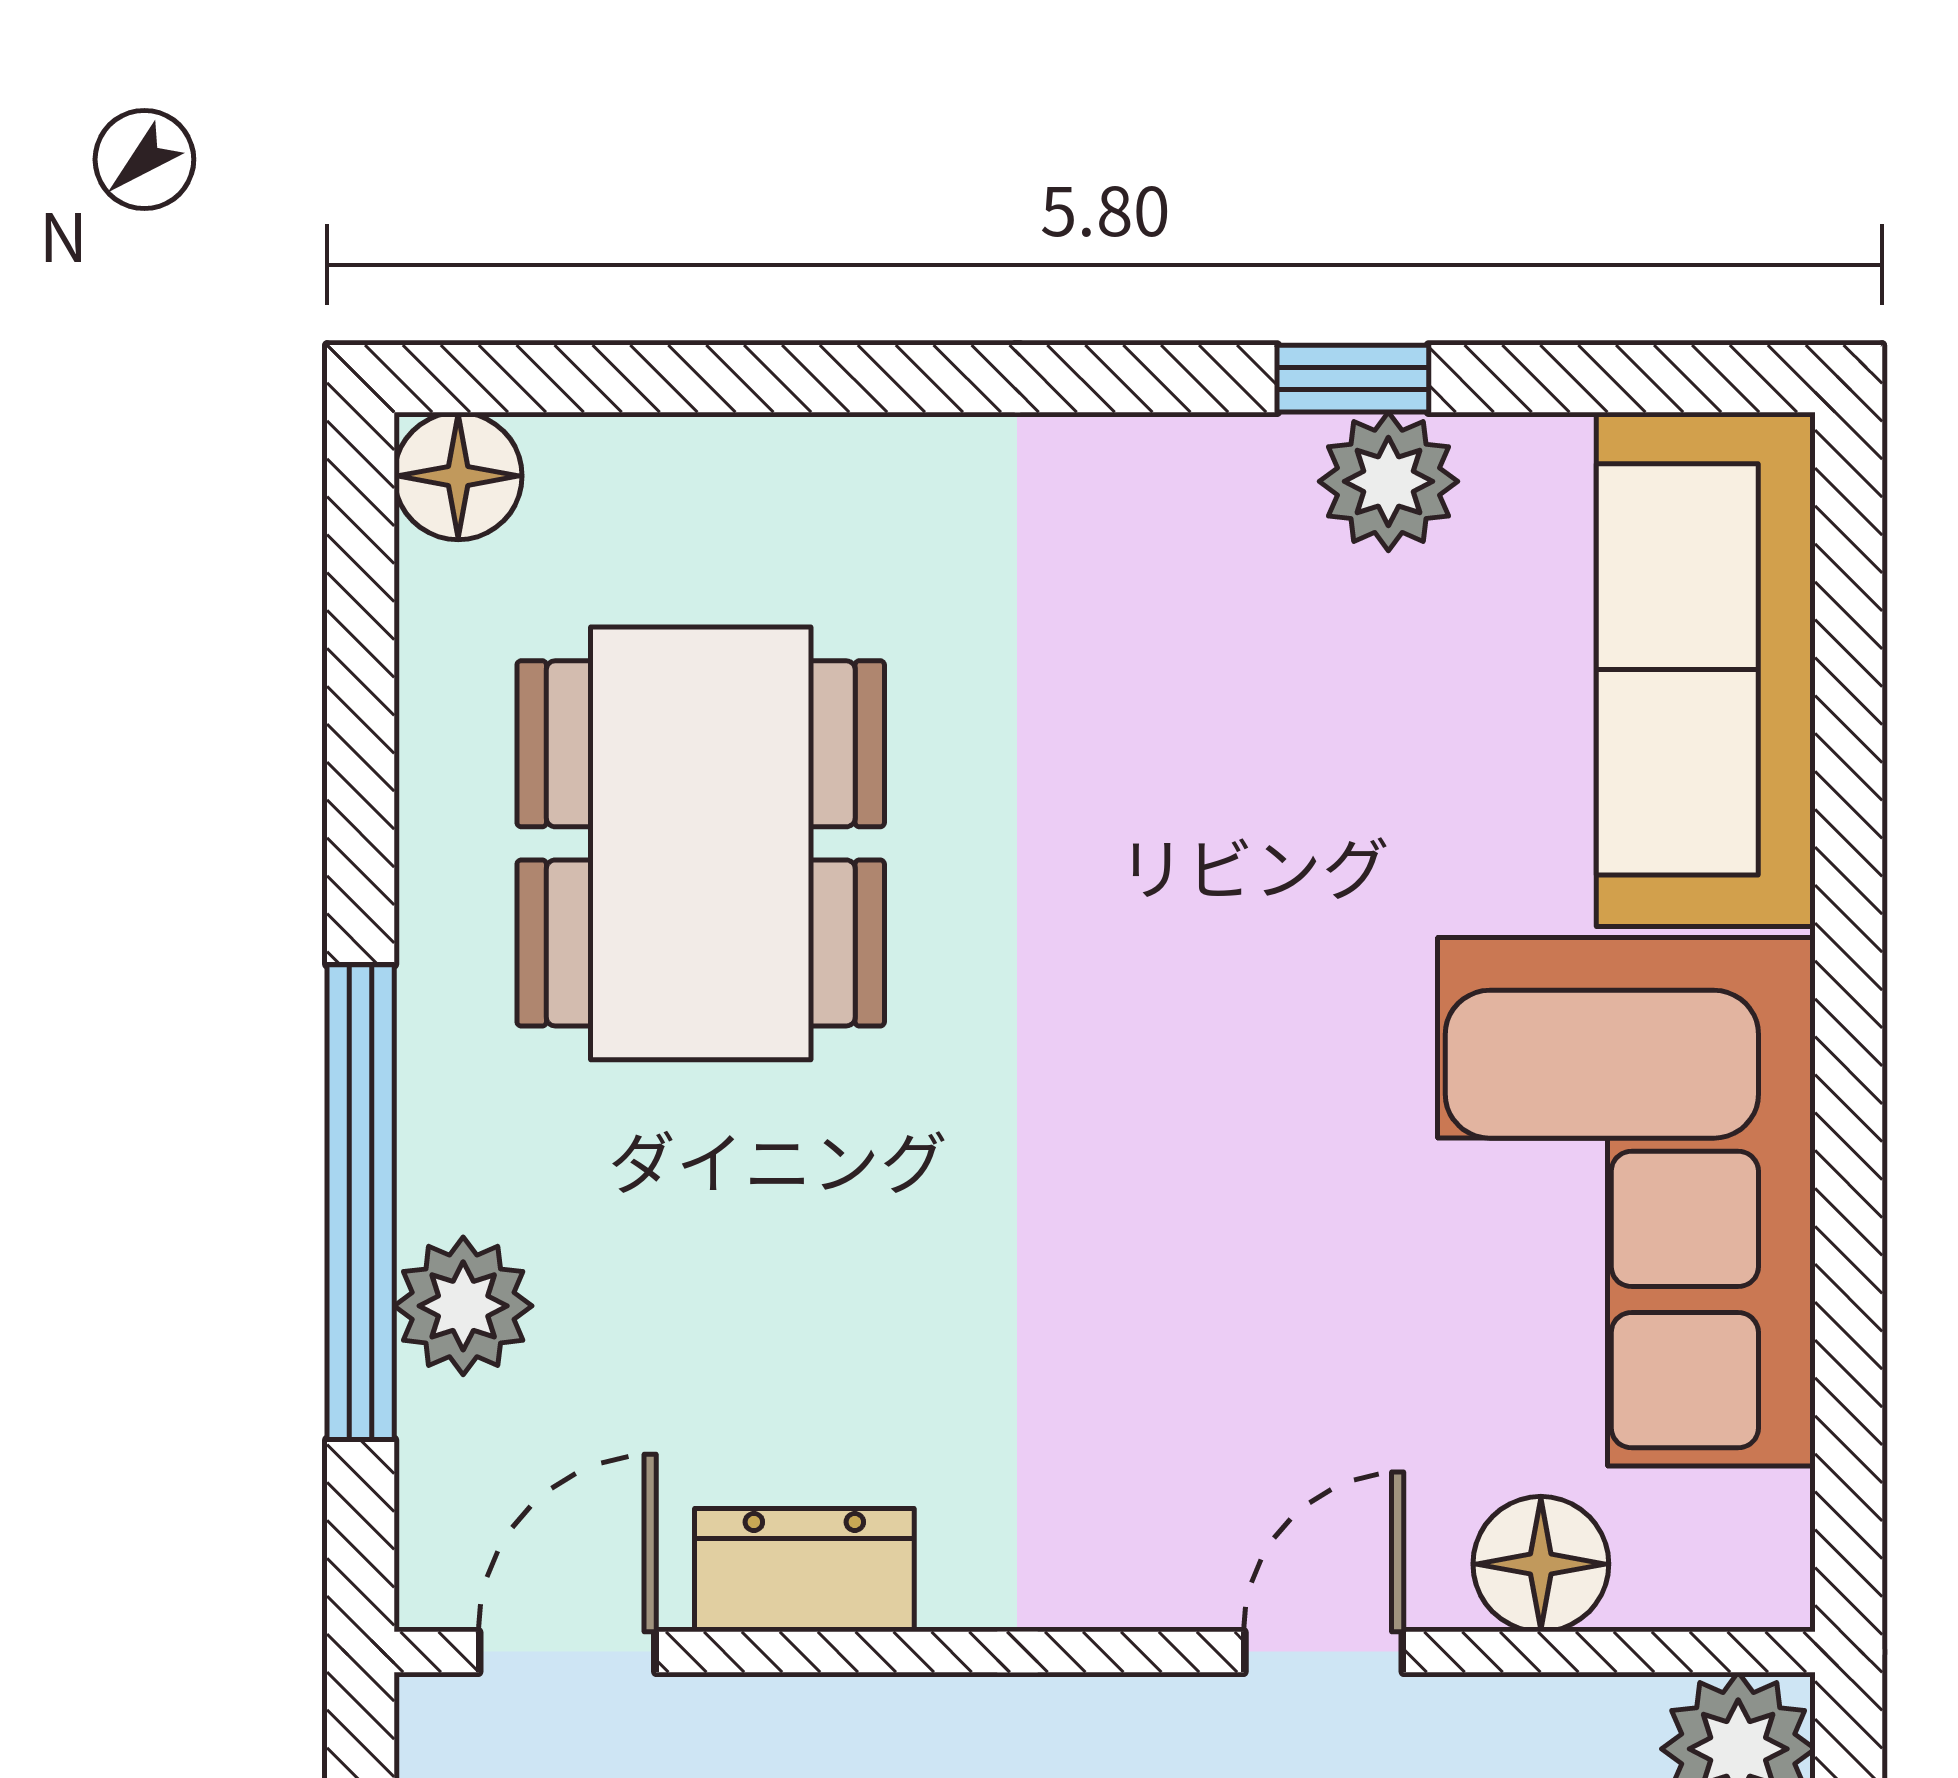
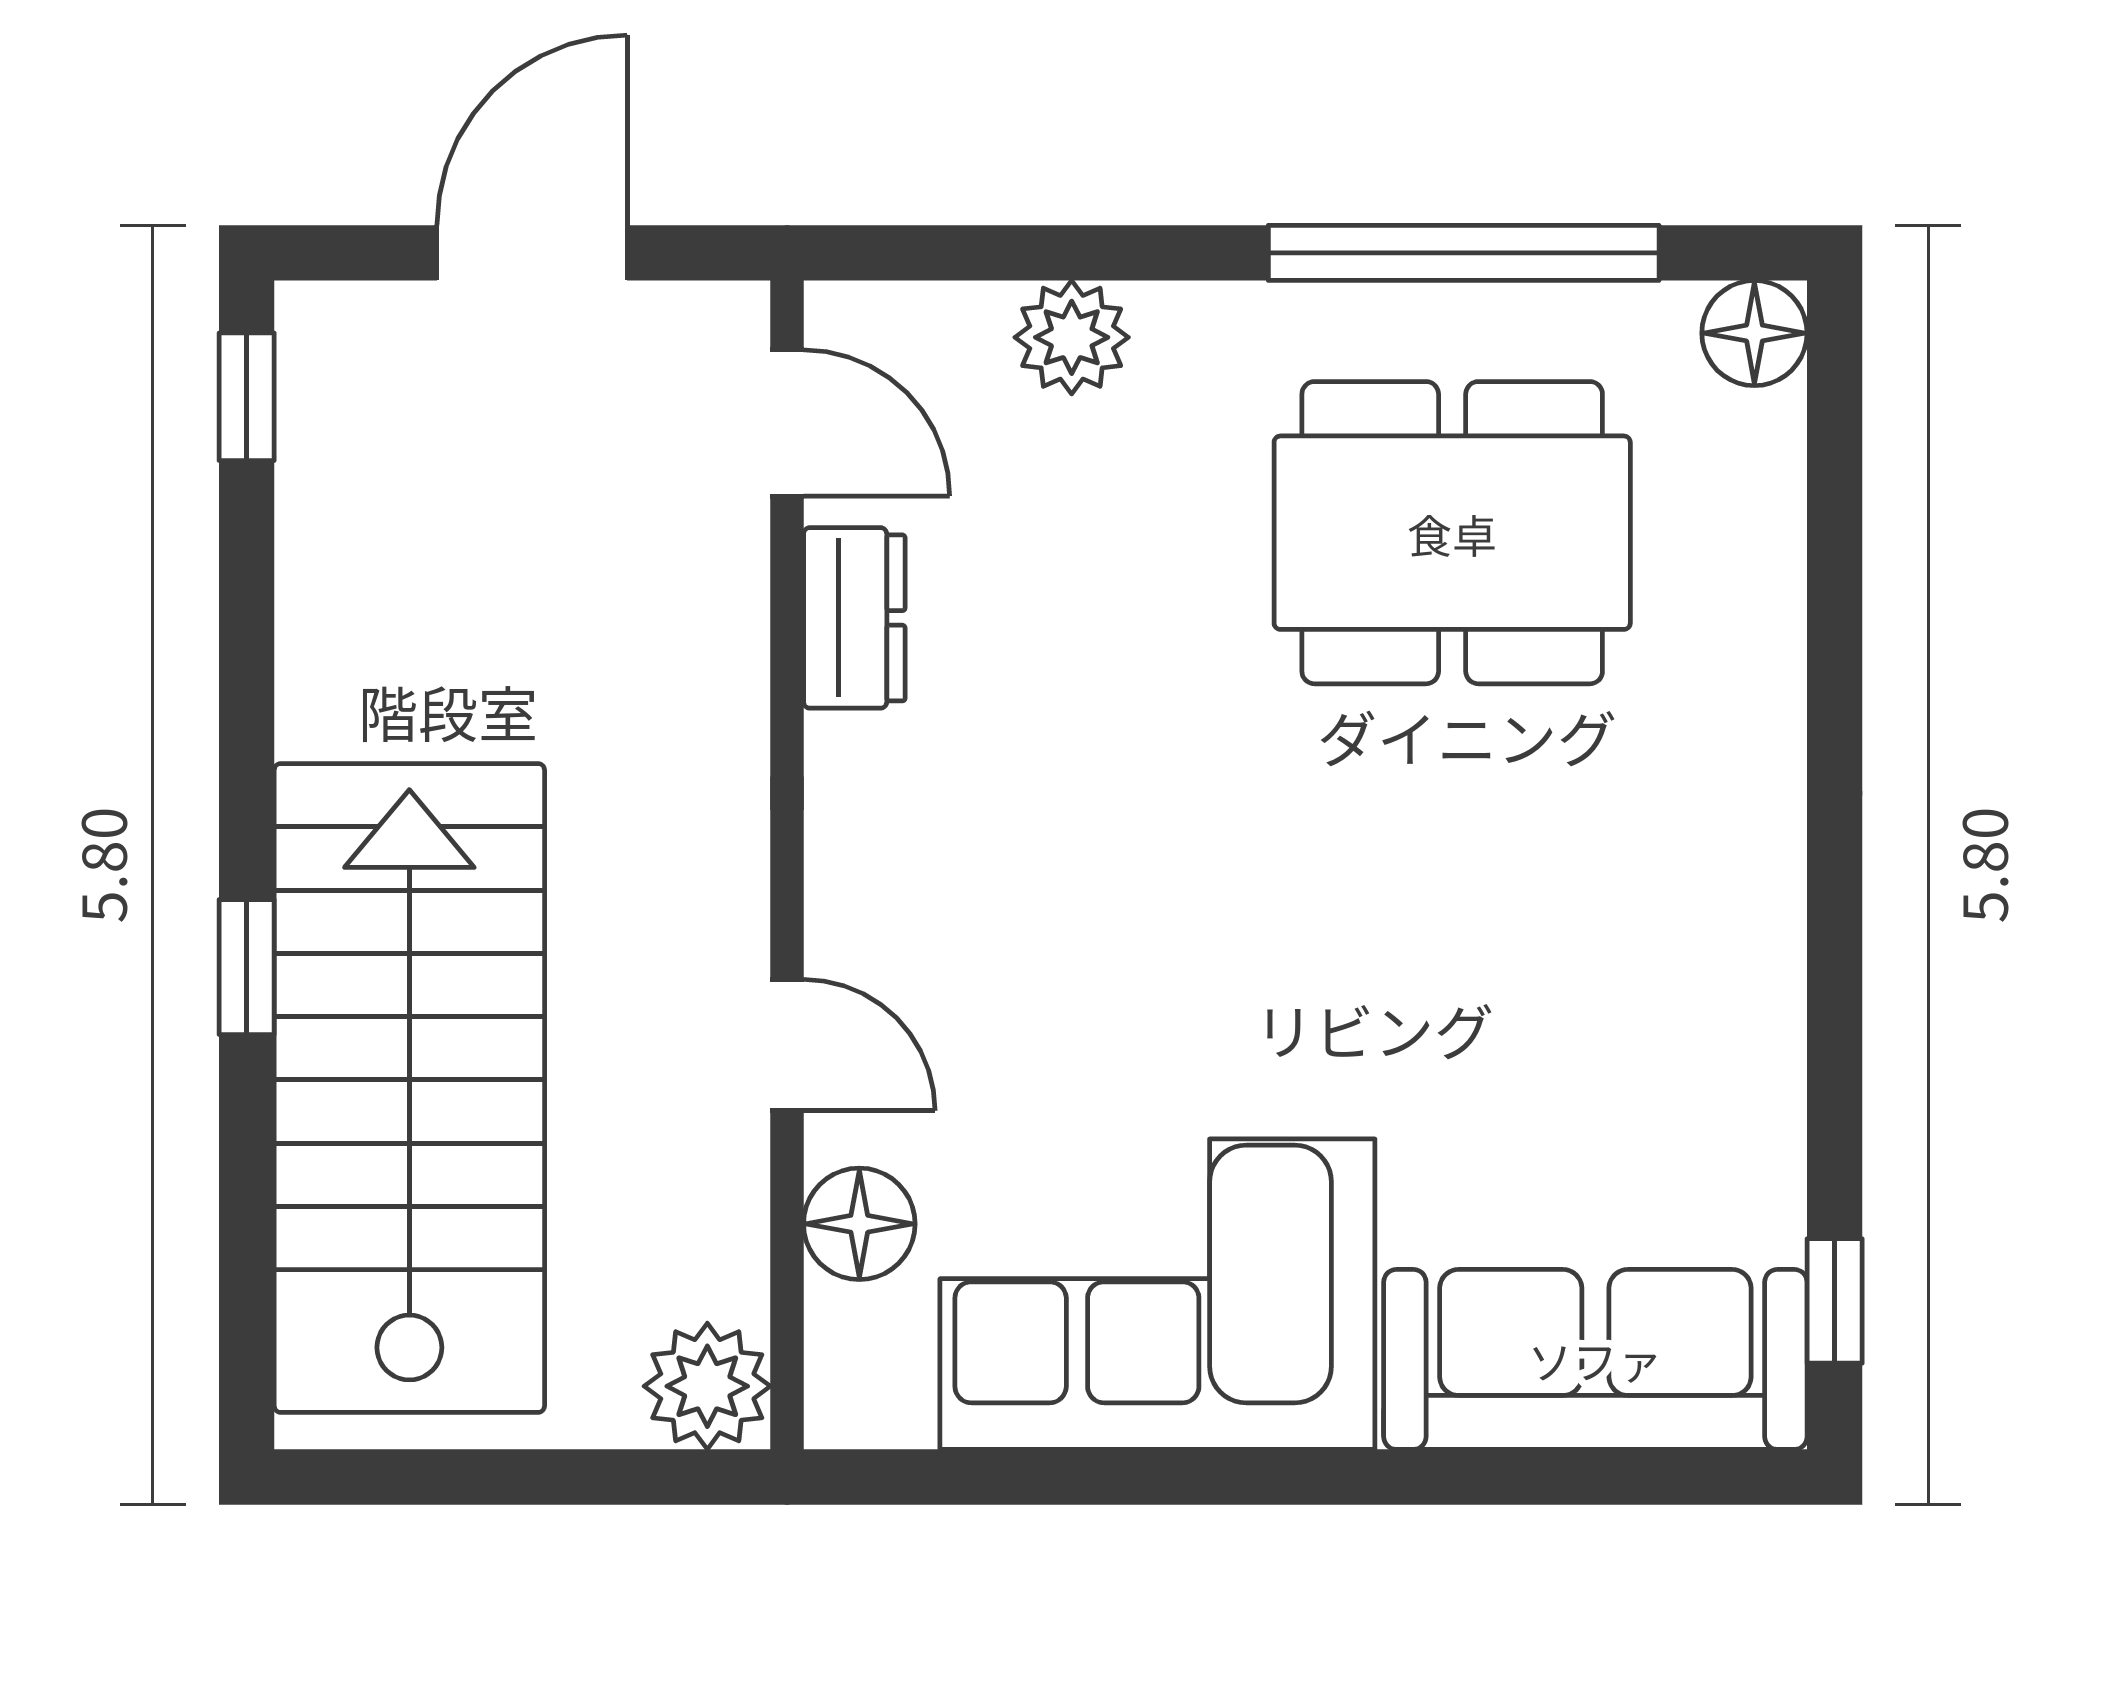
window: (1353, 379) -> (1835, 1301), moved
plant: (1388, 481) -> (1750, 1098), removed
window: (361, 1202) -> (1464, 253), moved

